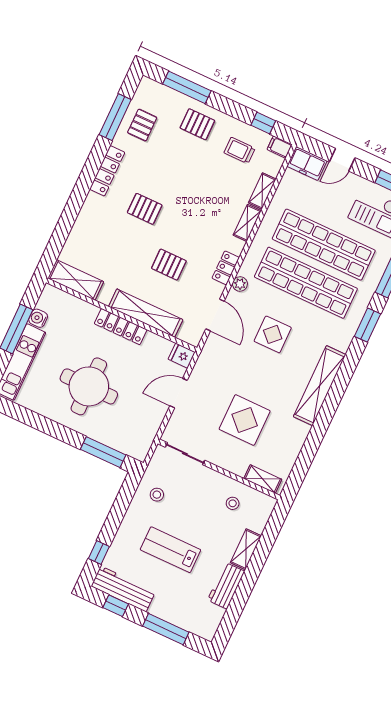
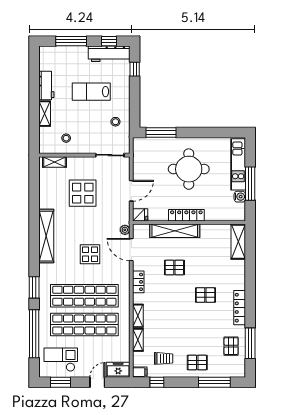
shelving: (76, 280) -> (238, 242), moved, turned 90
plant: (240, 284) -> (125, 230), moved
lab bench: (170, 550) -> (91, 92), turned 180

